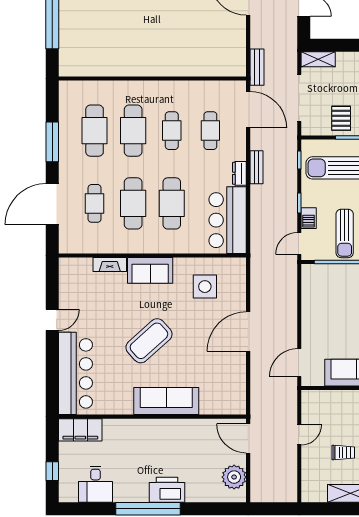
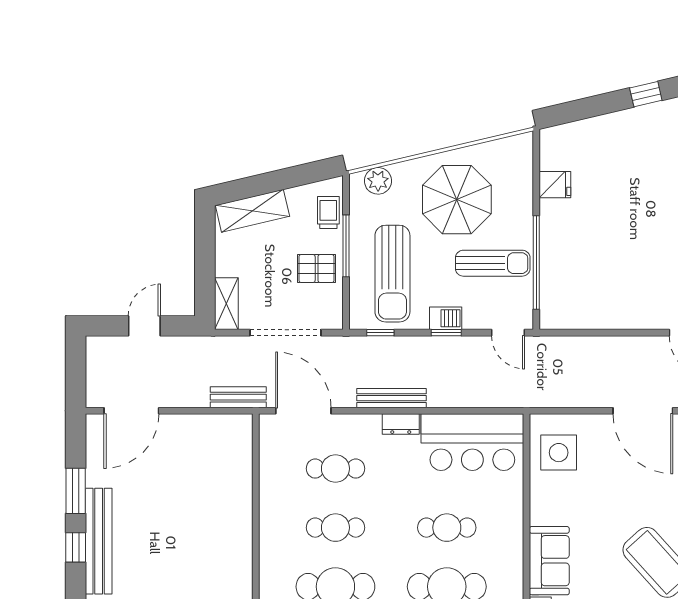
door: (248, 110) -> (303, 411), hinge flipped
bench: (256, 167) -> (391, 398), width x1.36
cafe table: (172, 203) -> (447, 528), width x0.73, depth x0.74
barbecue: (309, 218) -> (446, 318), moved
side table: (205, 287) -> (559, 453), moved

